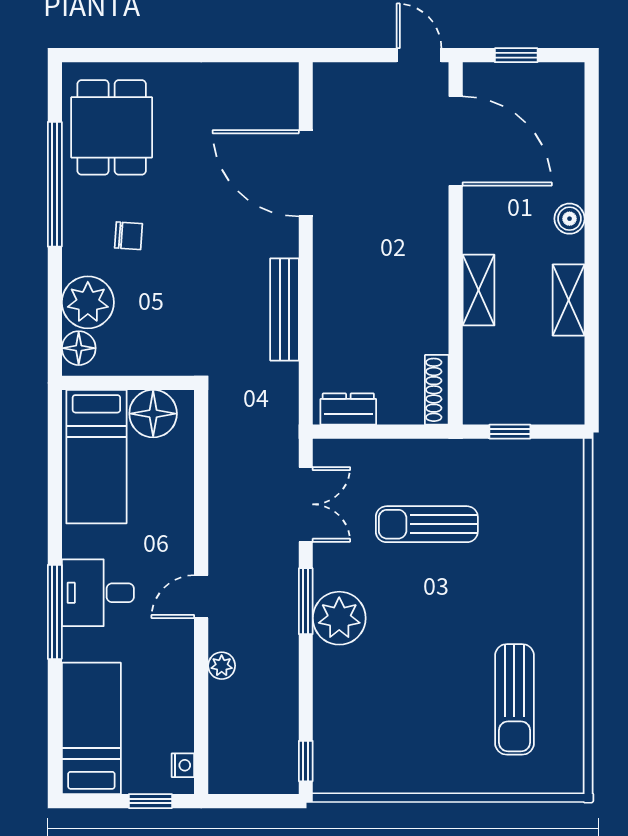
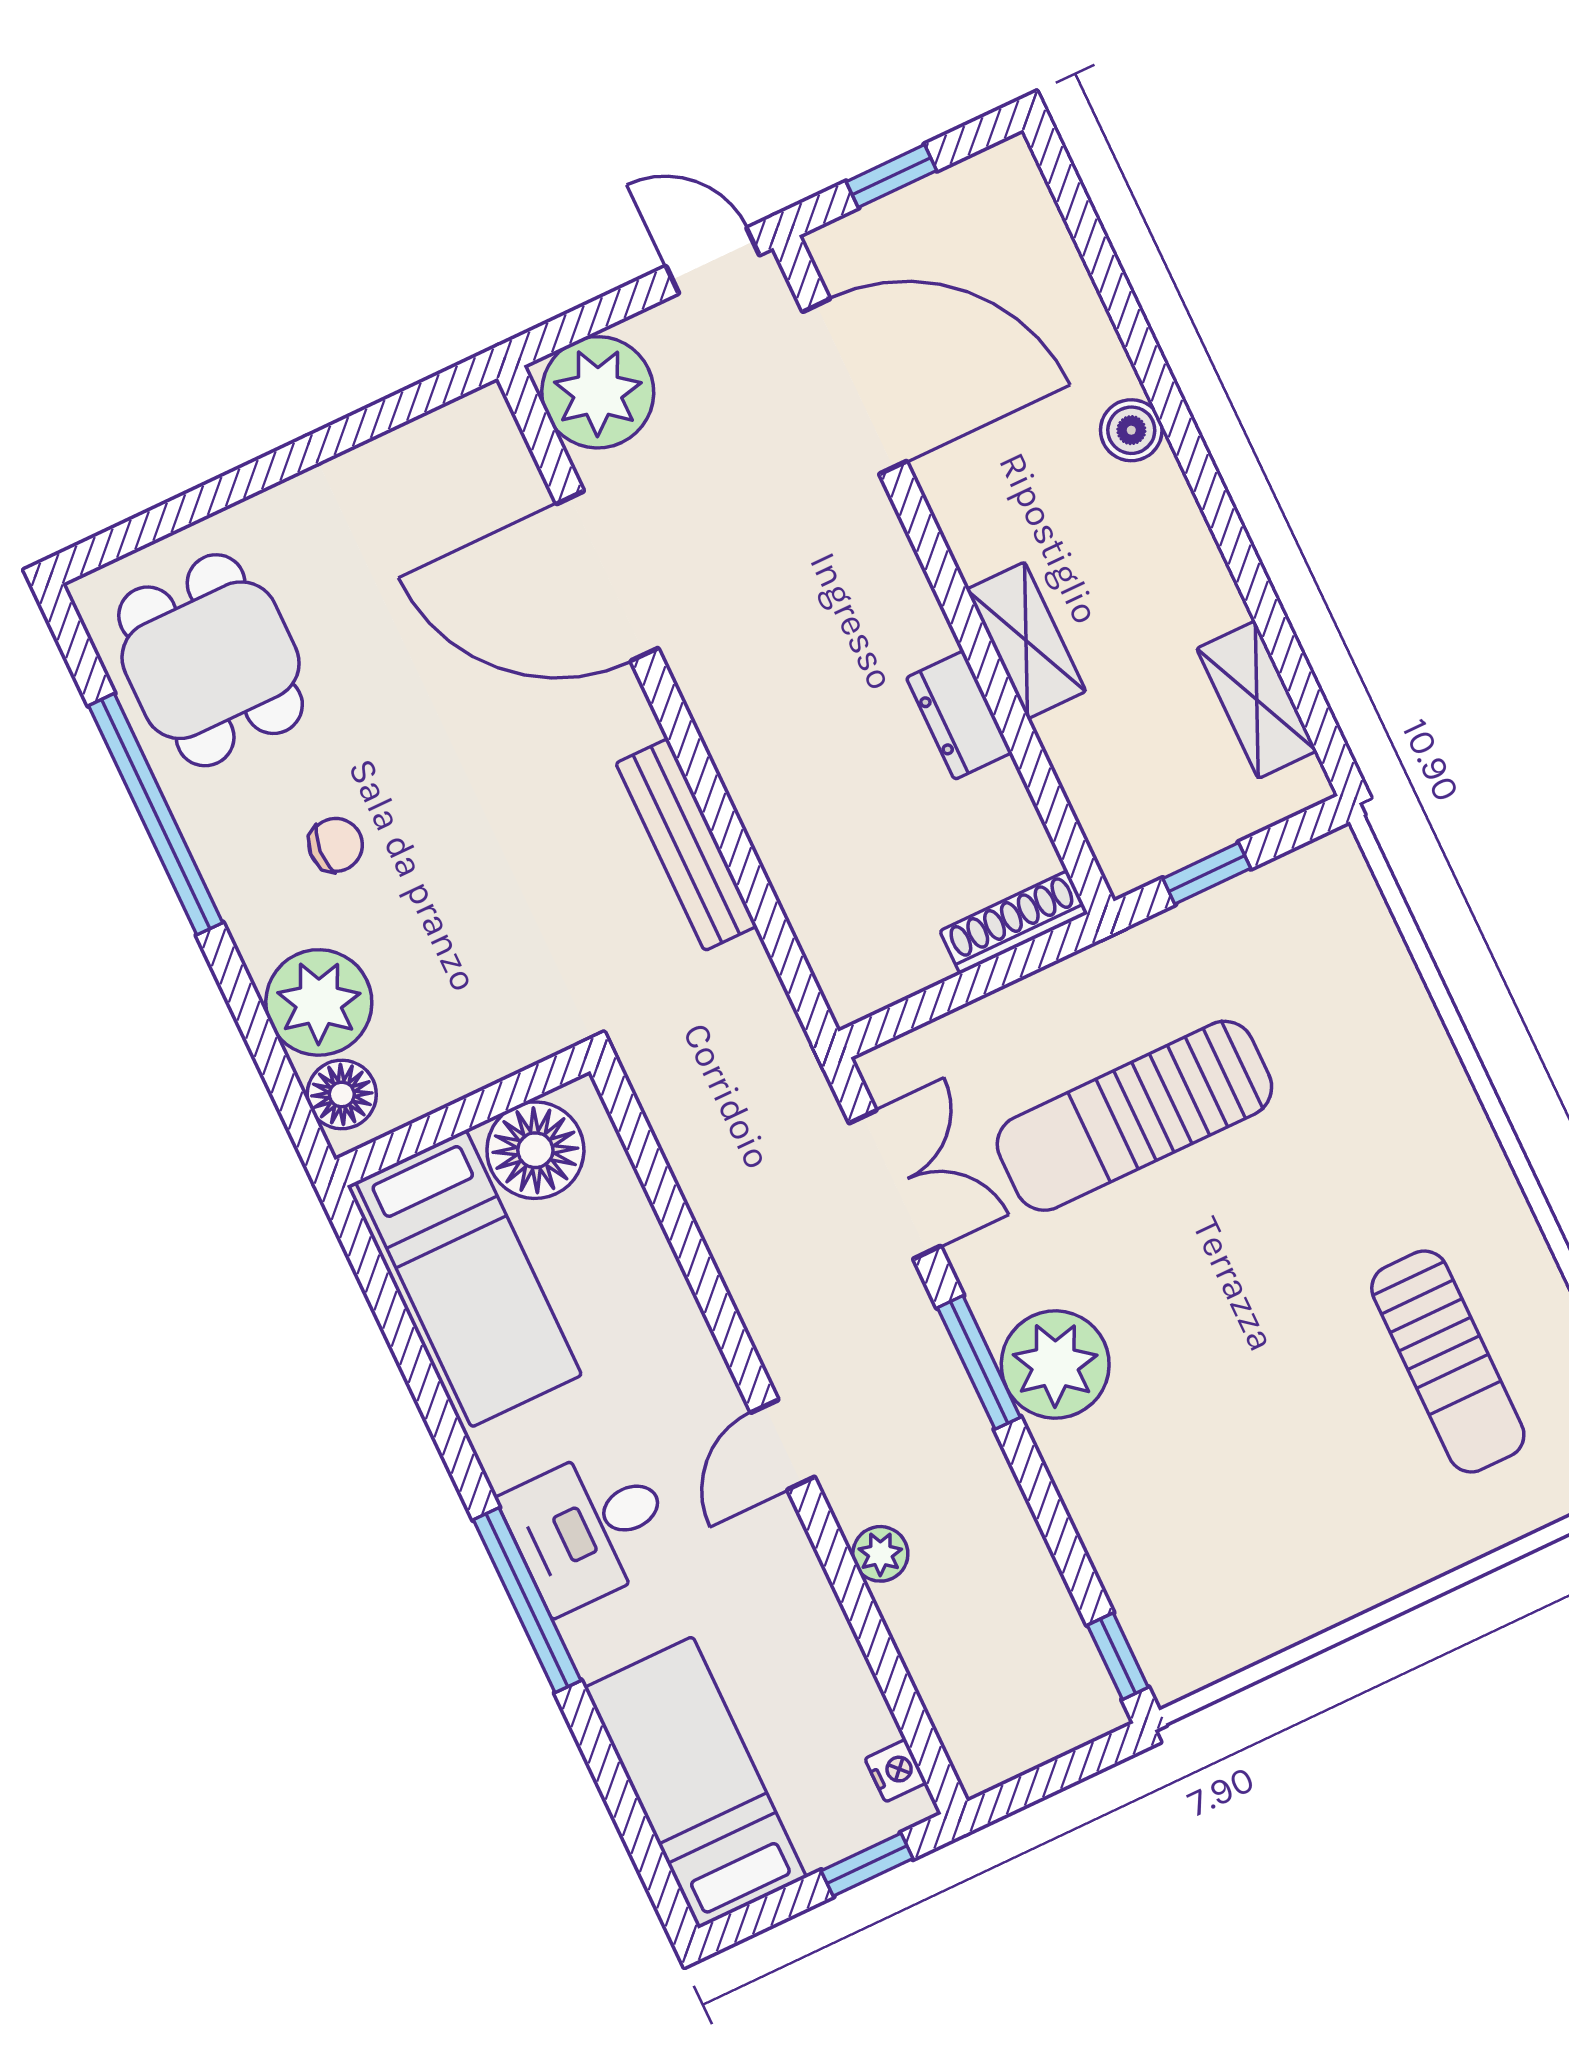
plant: (340, 90) -> (598, 392), added
shelving: (569, 300) -> (1257, 700), moved
shoe rack: (437, 390) -> (1014, 922), moved, turned 90
dresser: (348, 409) -> (959, 715), moved, turned -90
sun lounger: (427, 524) -> (1134, 1116), width x1.36, depth x1.34

